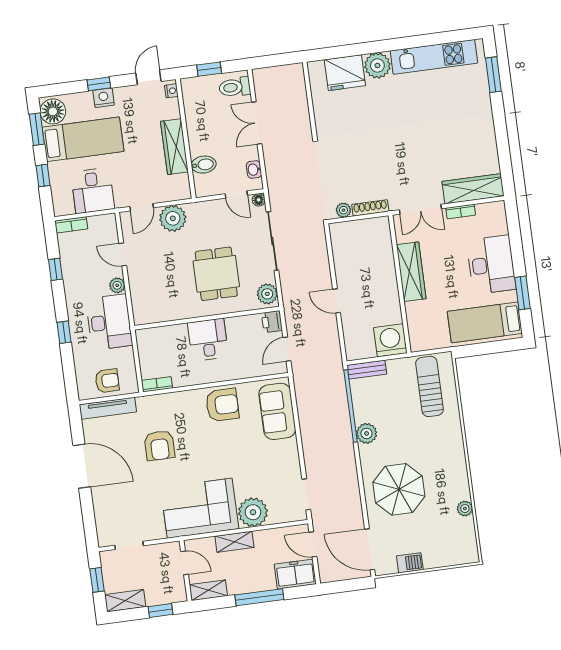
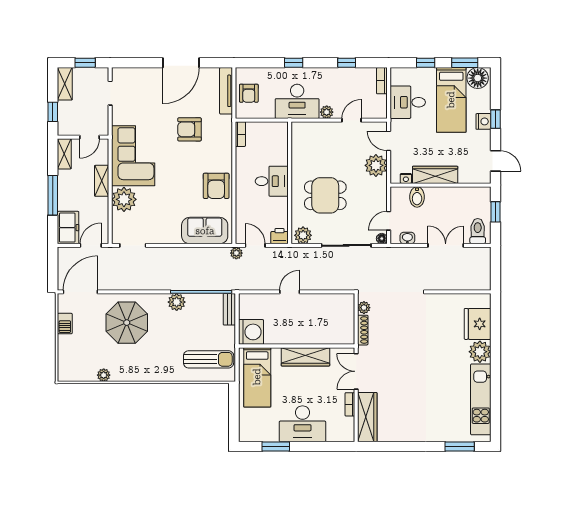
nightstand: (171, 91) -> (406, 178), moved
bed: (485, 322) -> (257, 377), moved, turned 180
plant: (299, 370) -> (236, 253), added

